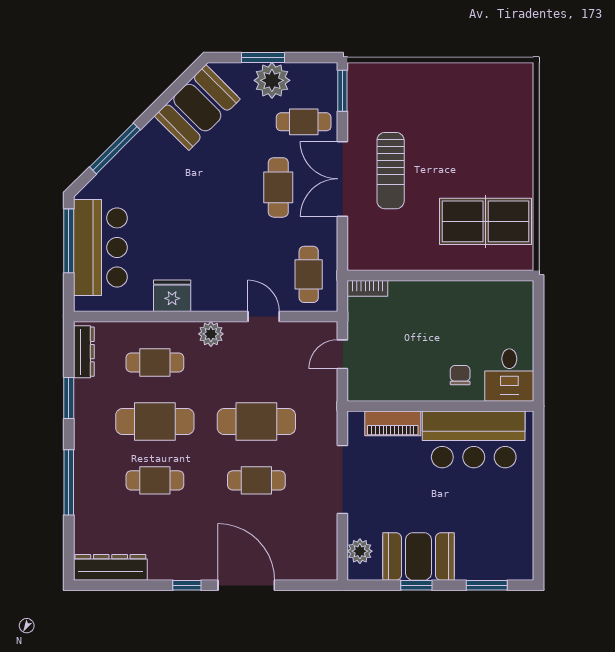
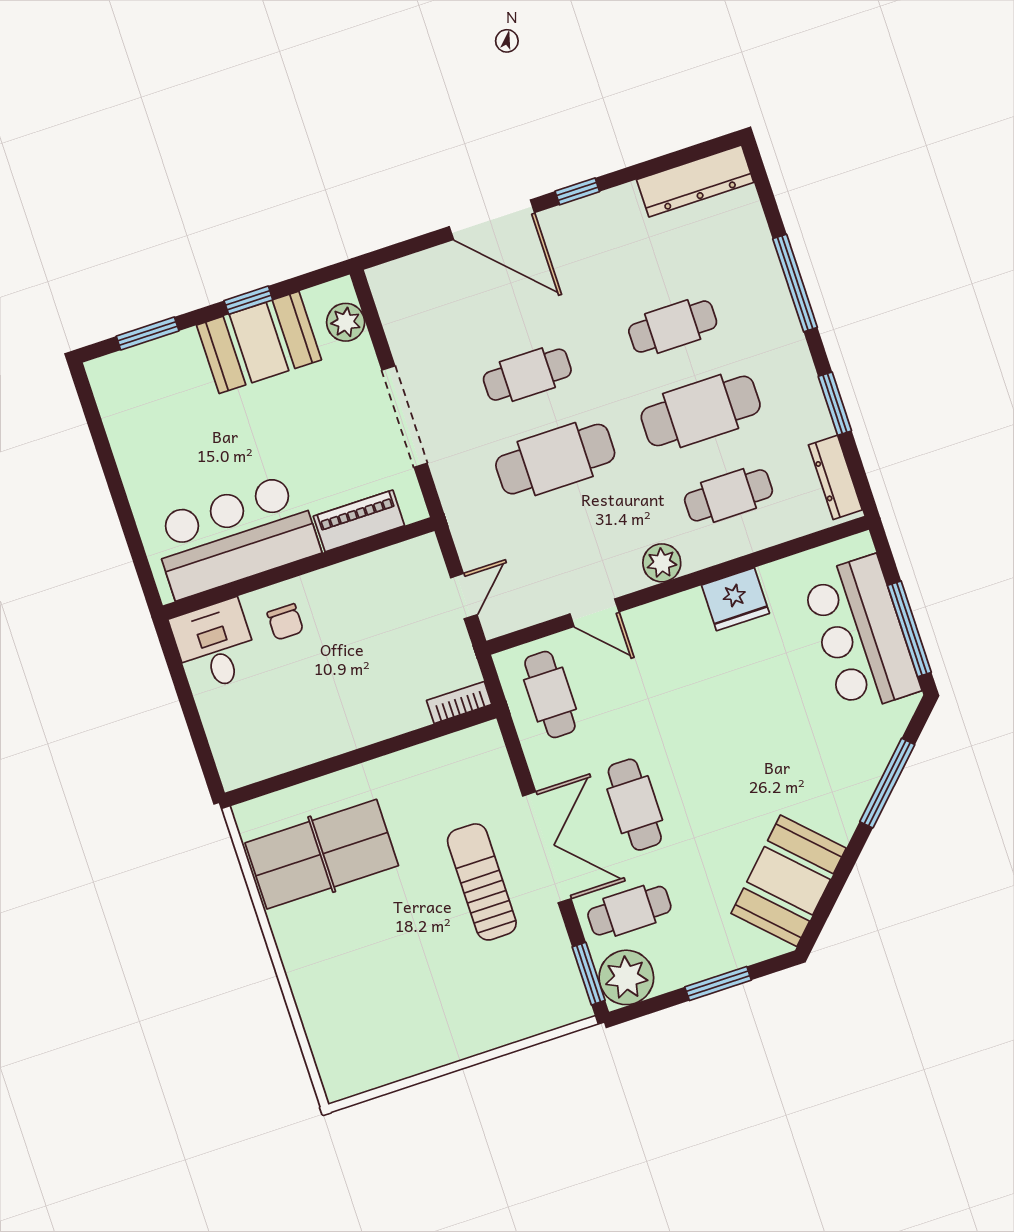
plant: (272, 80) -> (626, 977), moved

